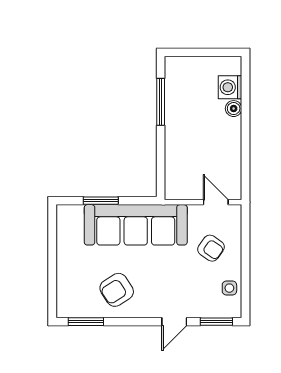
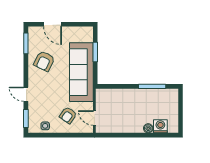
door: (216, 202) -> (94, 118), swing flipped
door: (52, 275) -> (53, 24), added
armchair: (117, 290) -> (44, 61), turned -121

